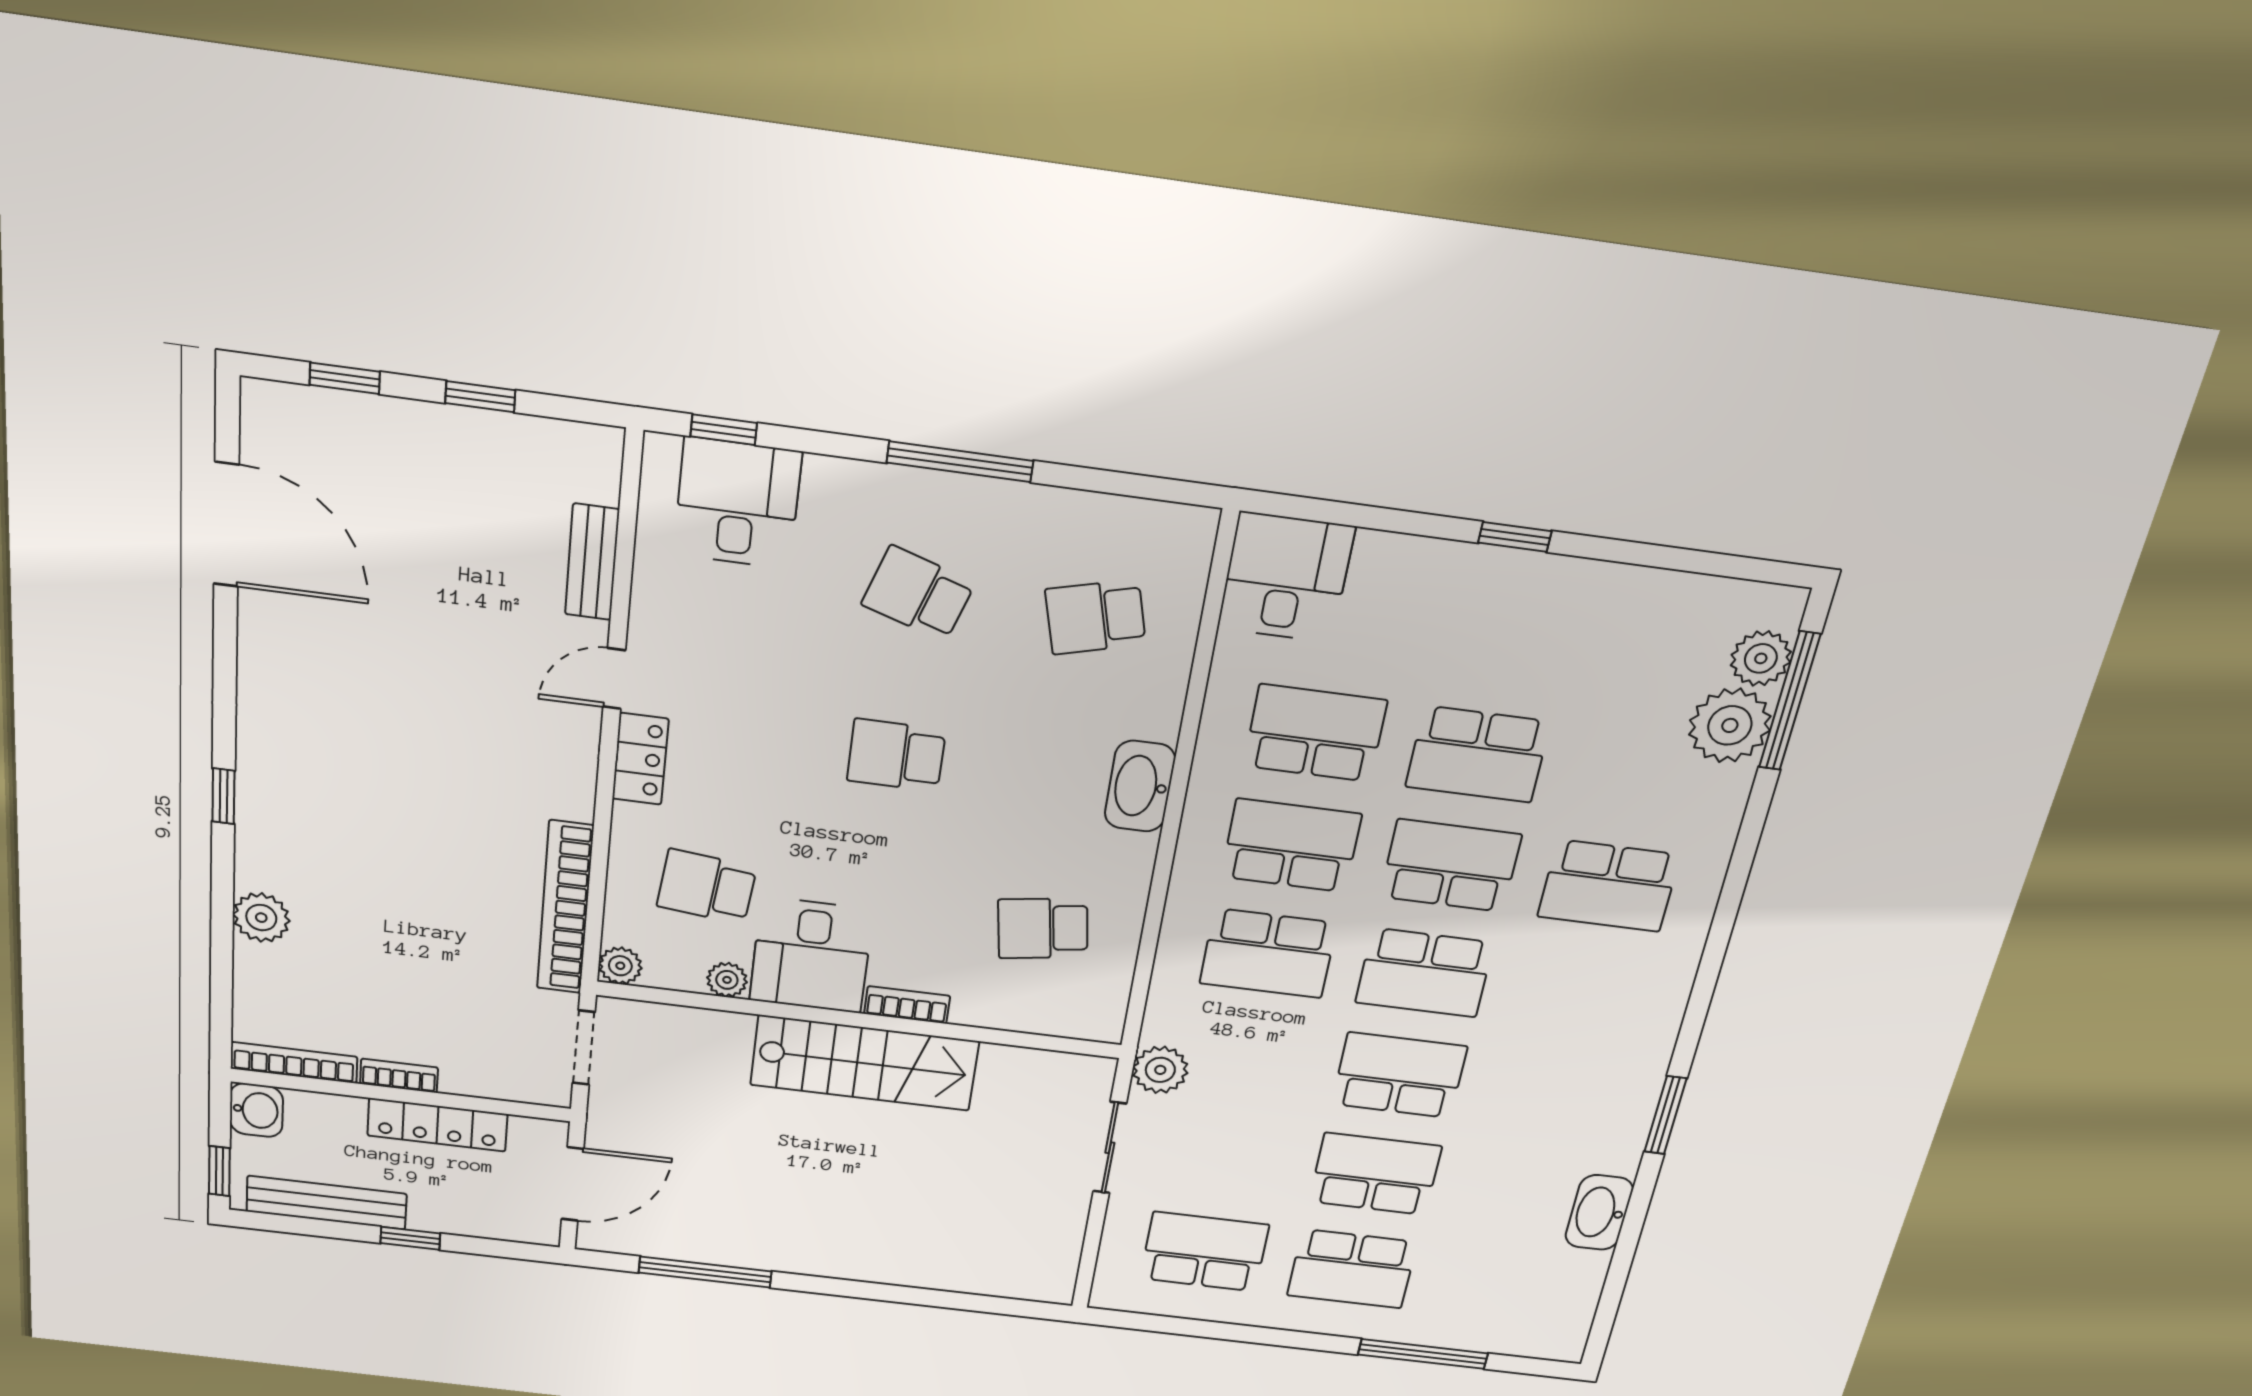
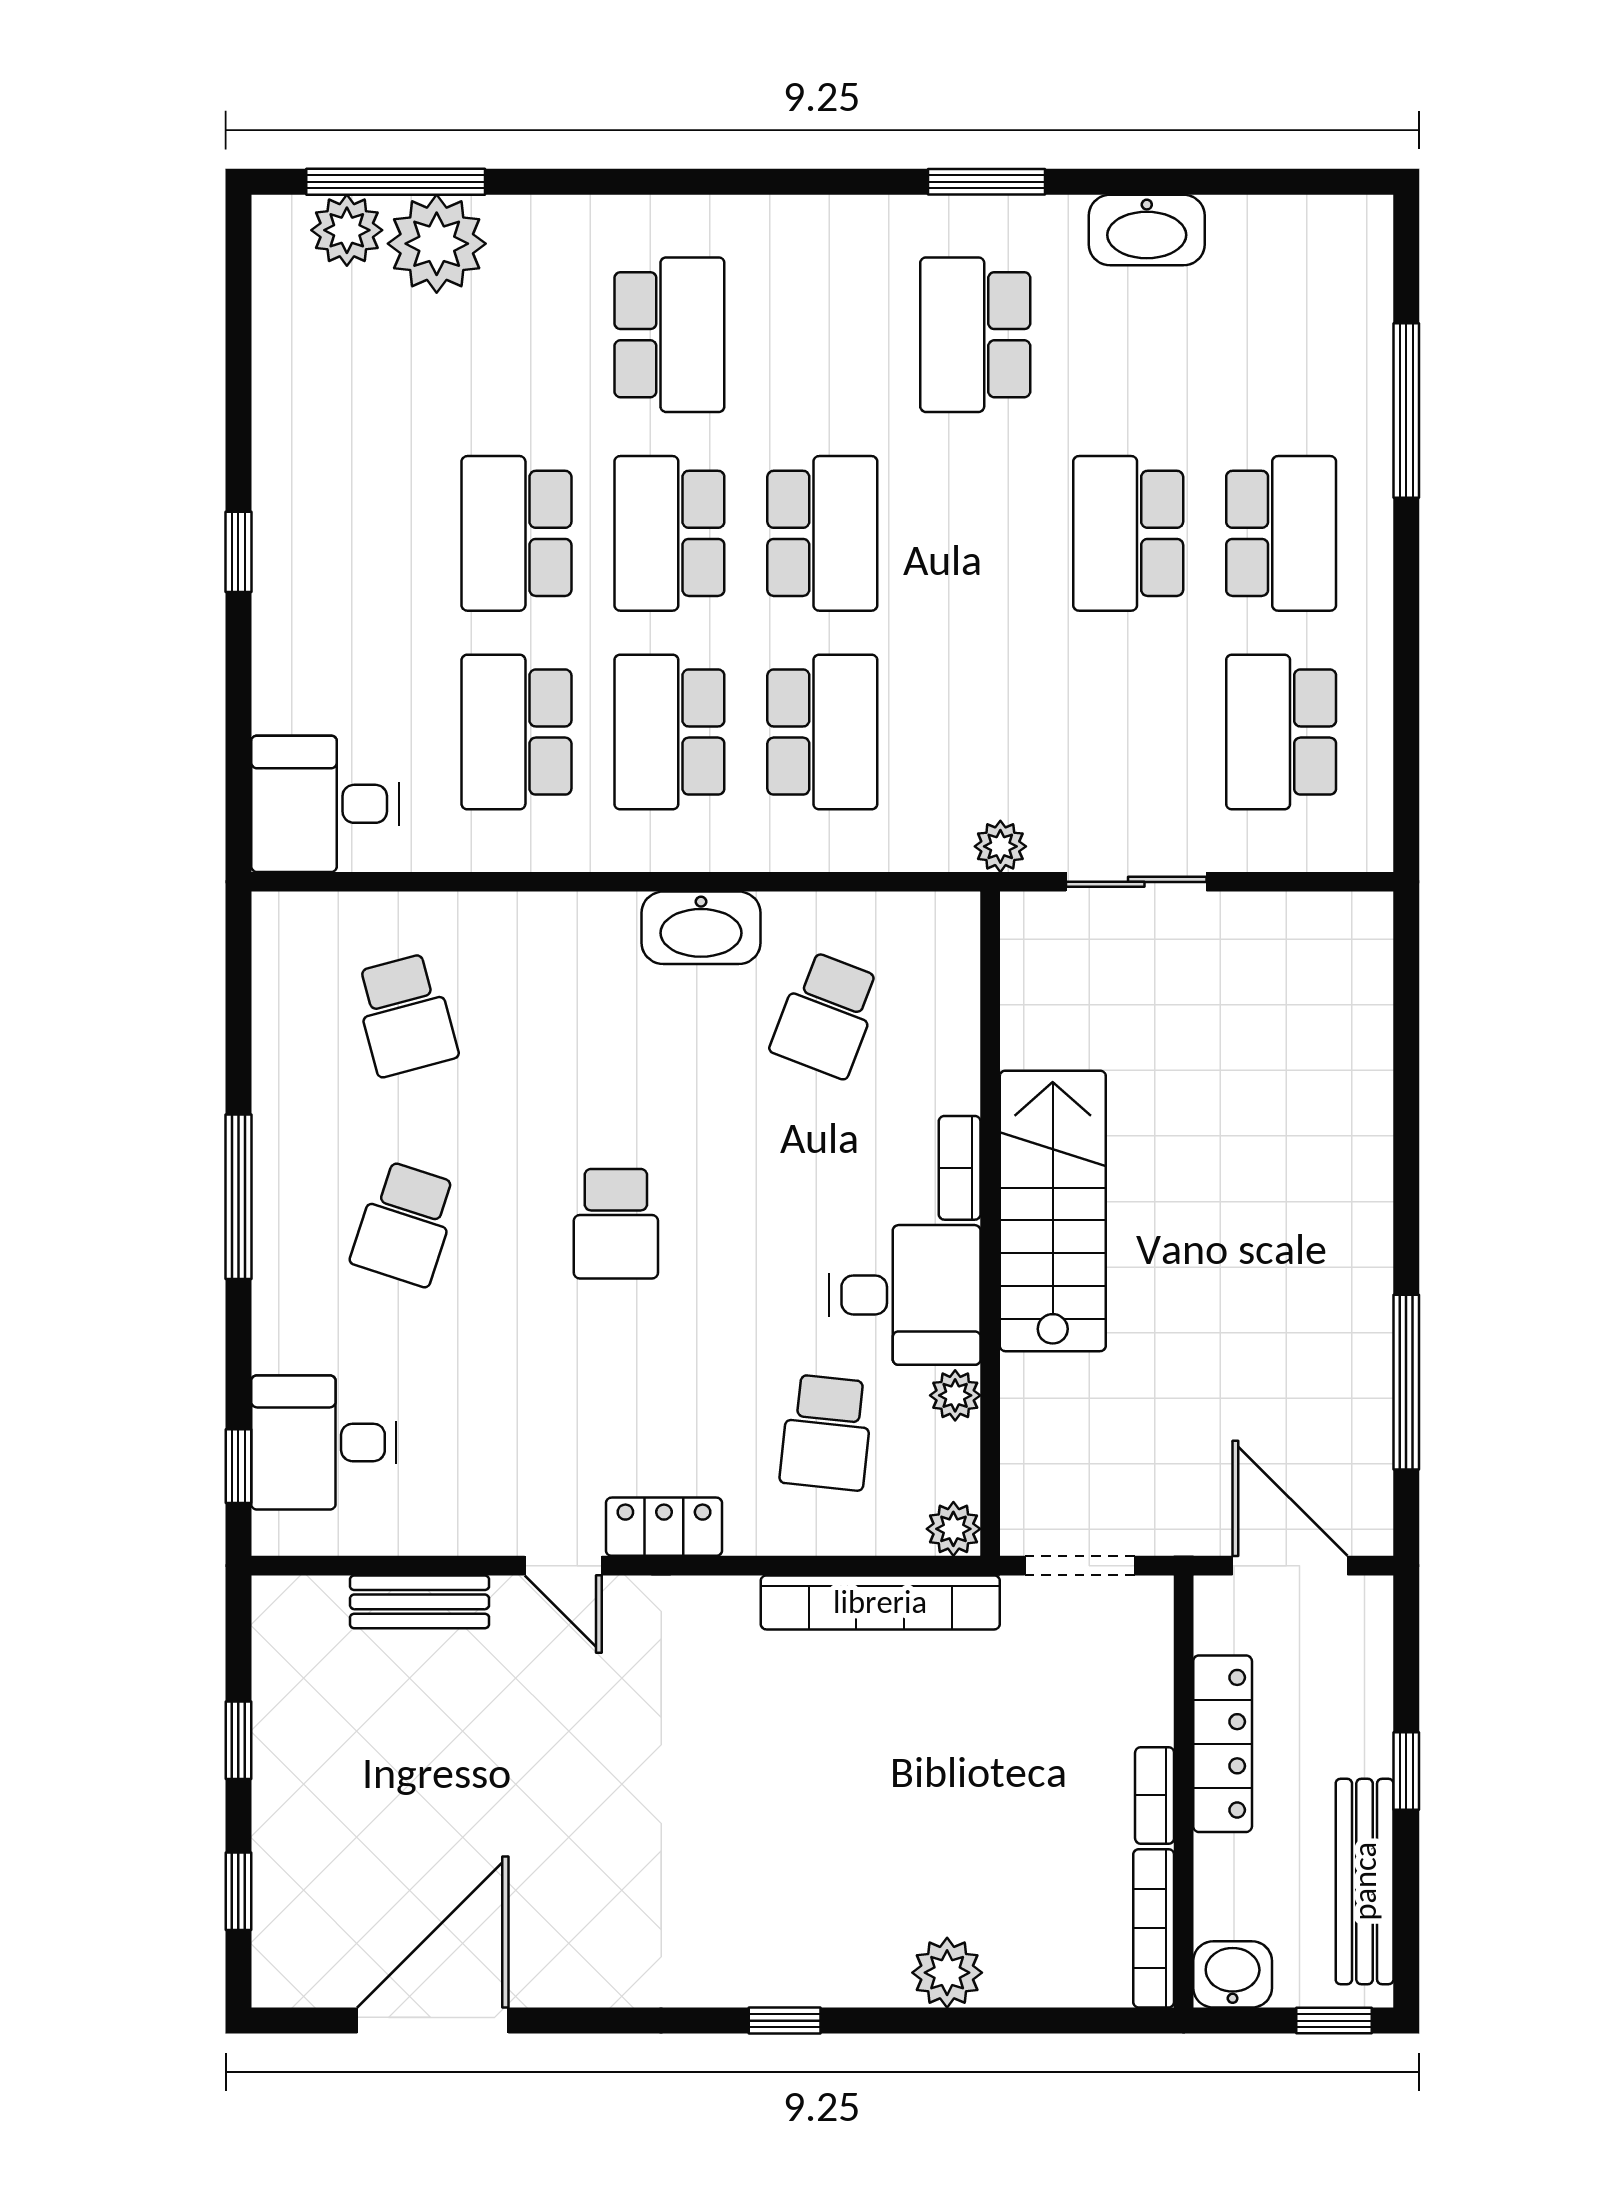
school desk: (1478, 754) -> (516, 533), turned 180
washbasin: (1140, 786) -> (701, 928), moved
school desk: (1043, 928) -> (827, 1015), turned 30
plant: (1160, 1070) -> (1000, 846), width x0.73, depth x0.73
school desk: (1399, 1075) -> (975, 335), moved

